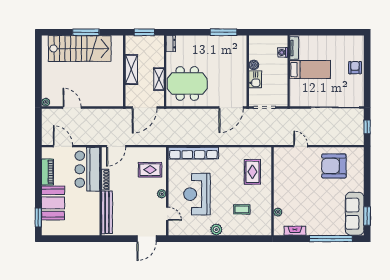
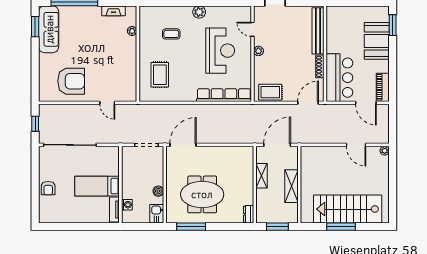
kitchen sink: (255, 79) -> (157, 214), moved
meeting table: (187, 84) -> (202, 194), moved
rug: (150, 170) -> (270, 92), moved
piano: (47, 172) -> (383, 87), moved

